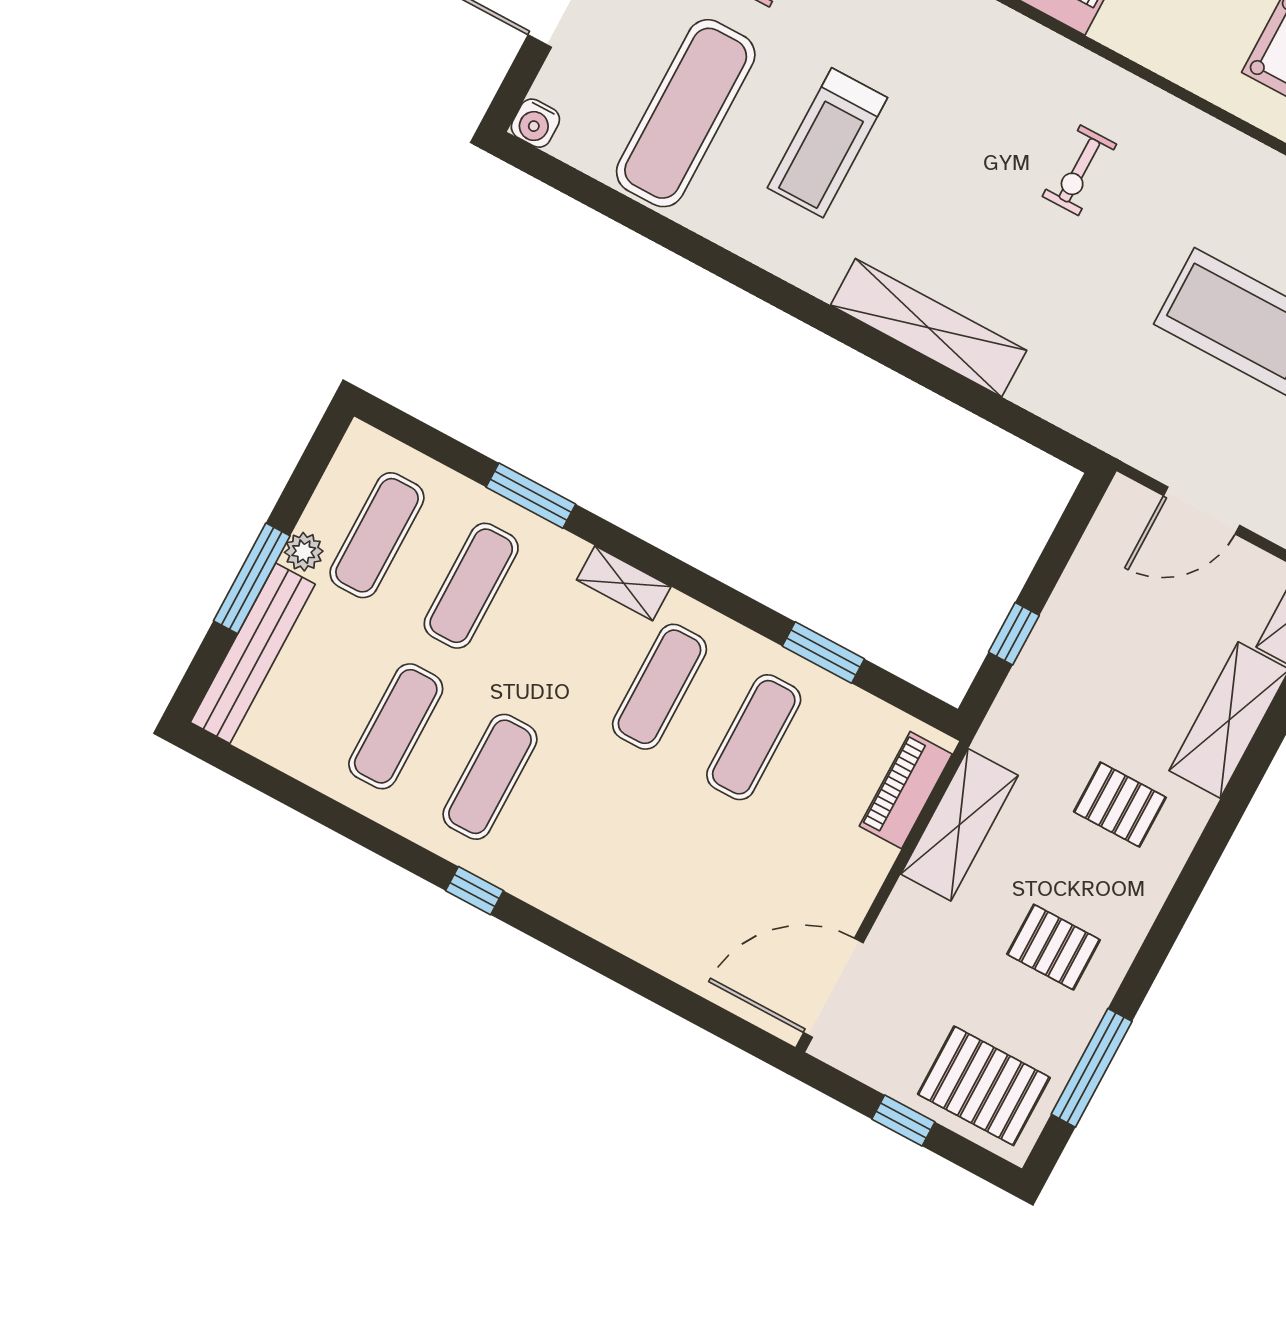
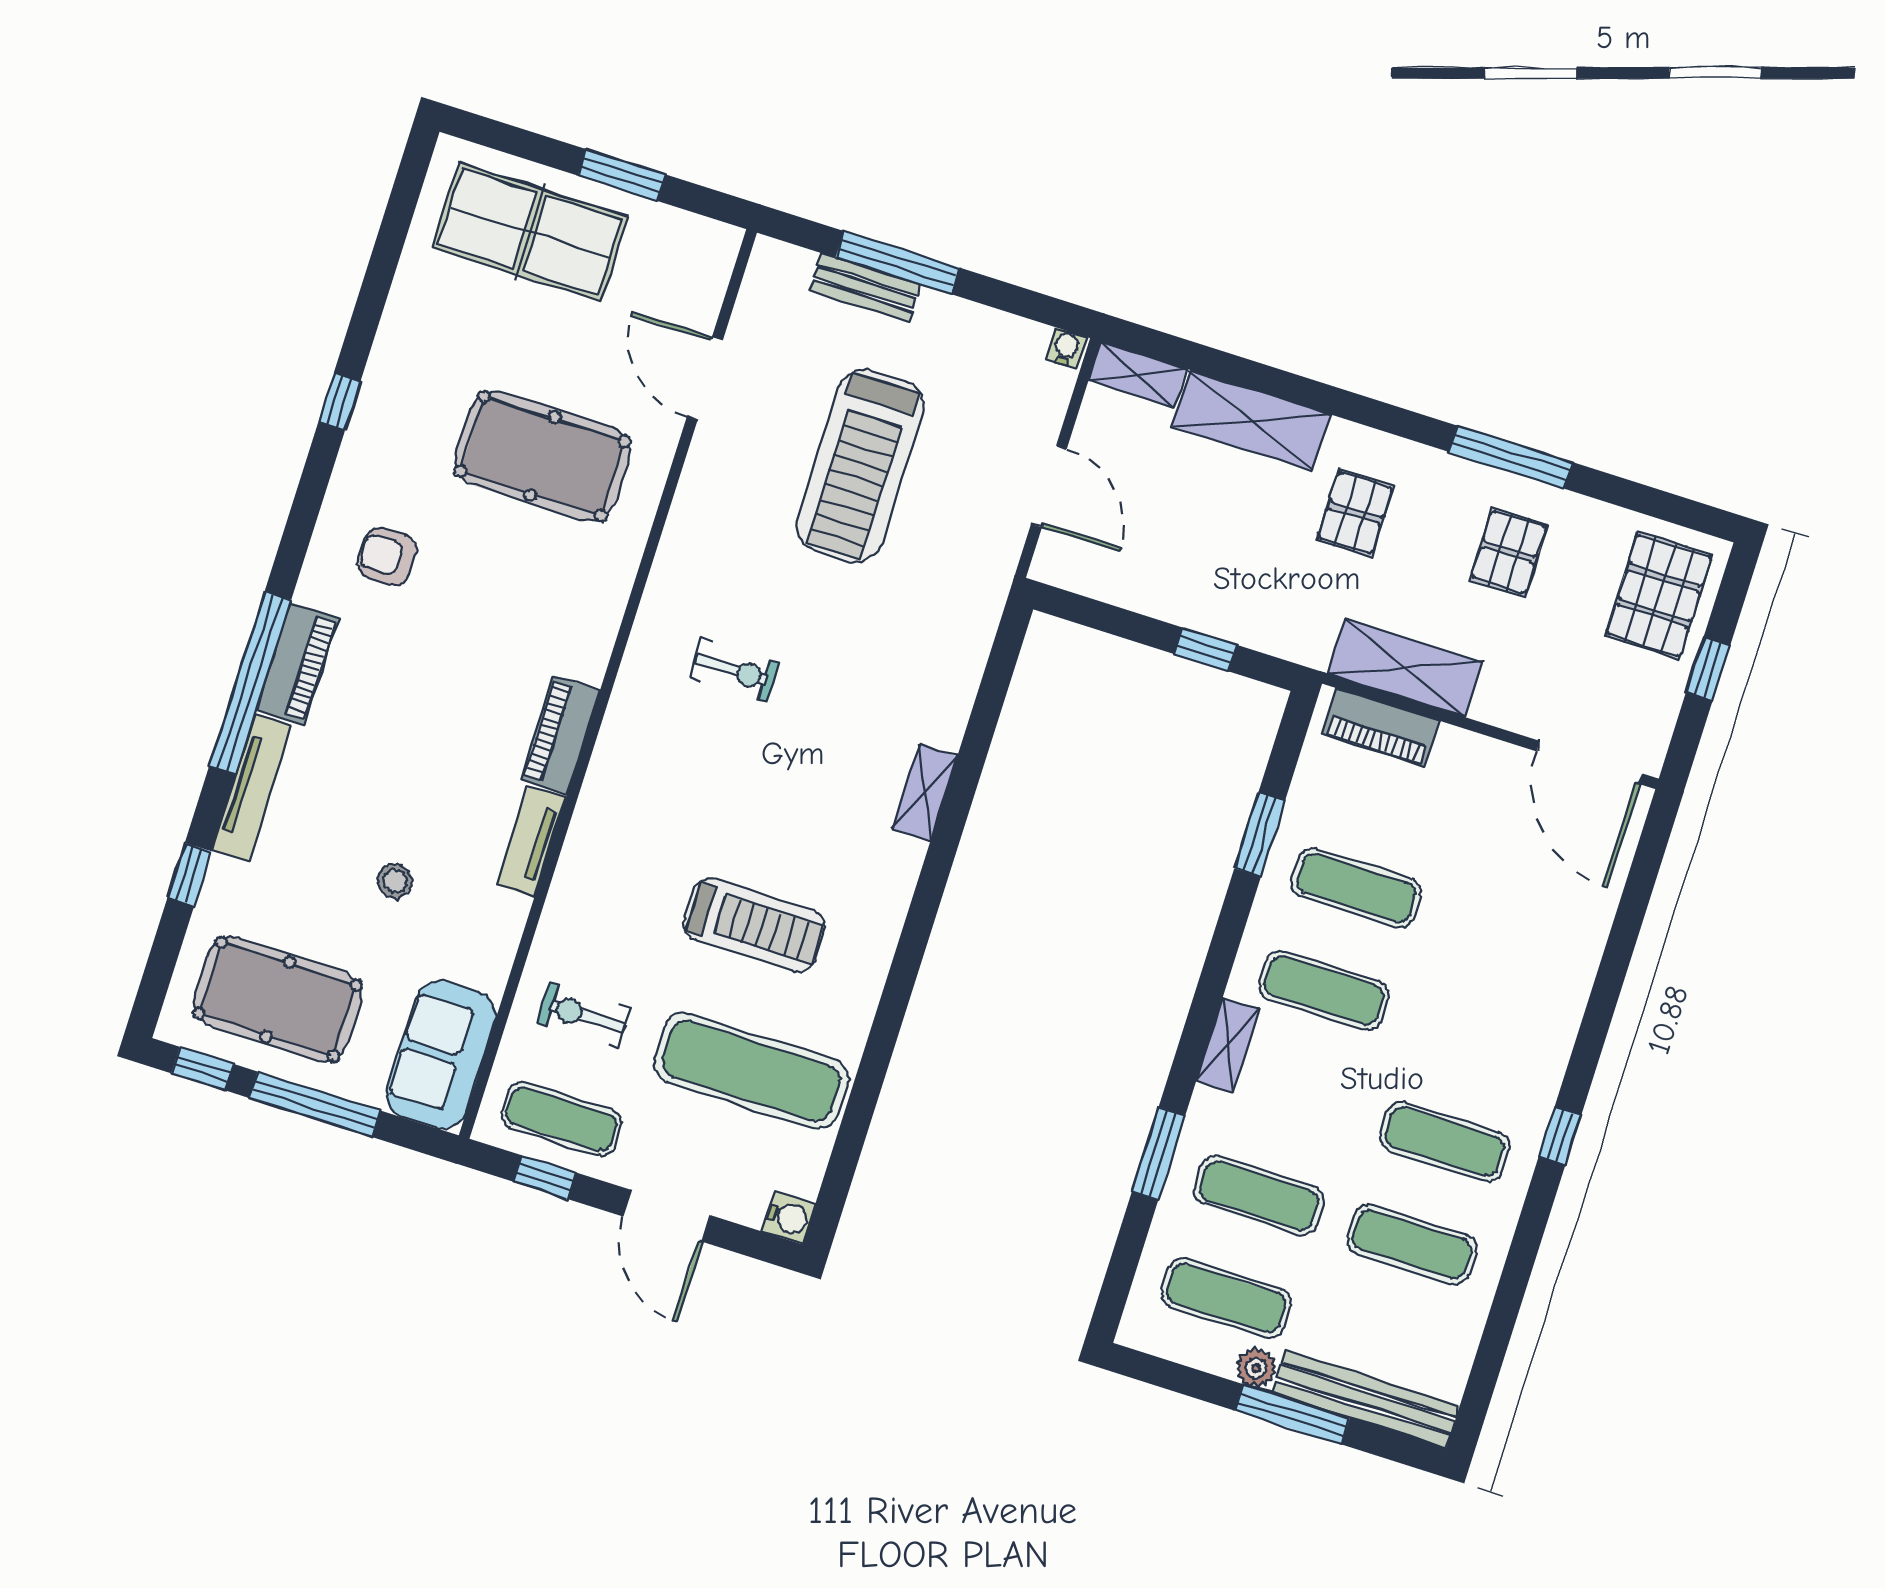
shelving: (929, 328) -> (925, 793), width x0.45, depth x0.75
window: (1092, 1068) -> (1511, 457), moved

